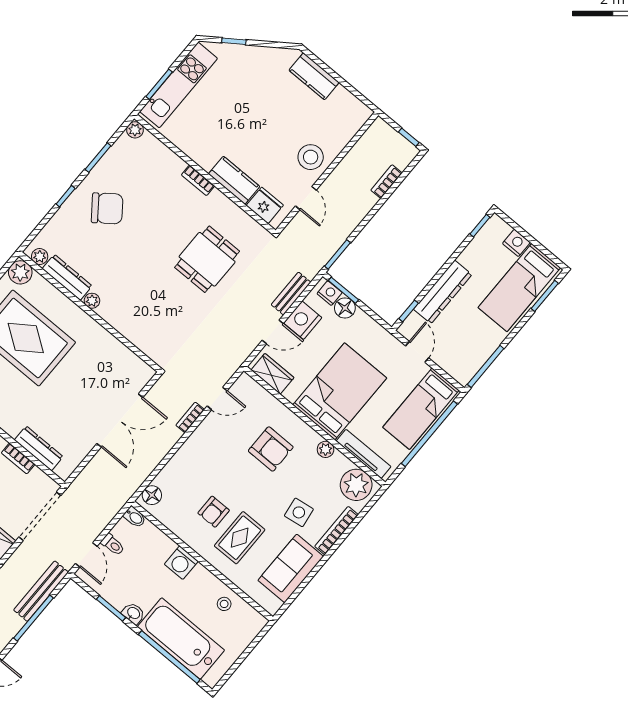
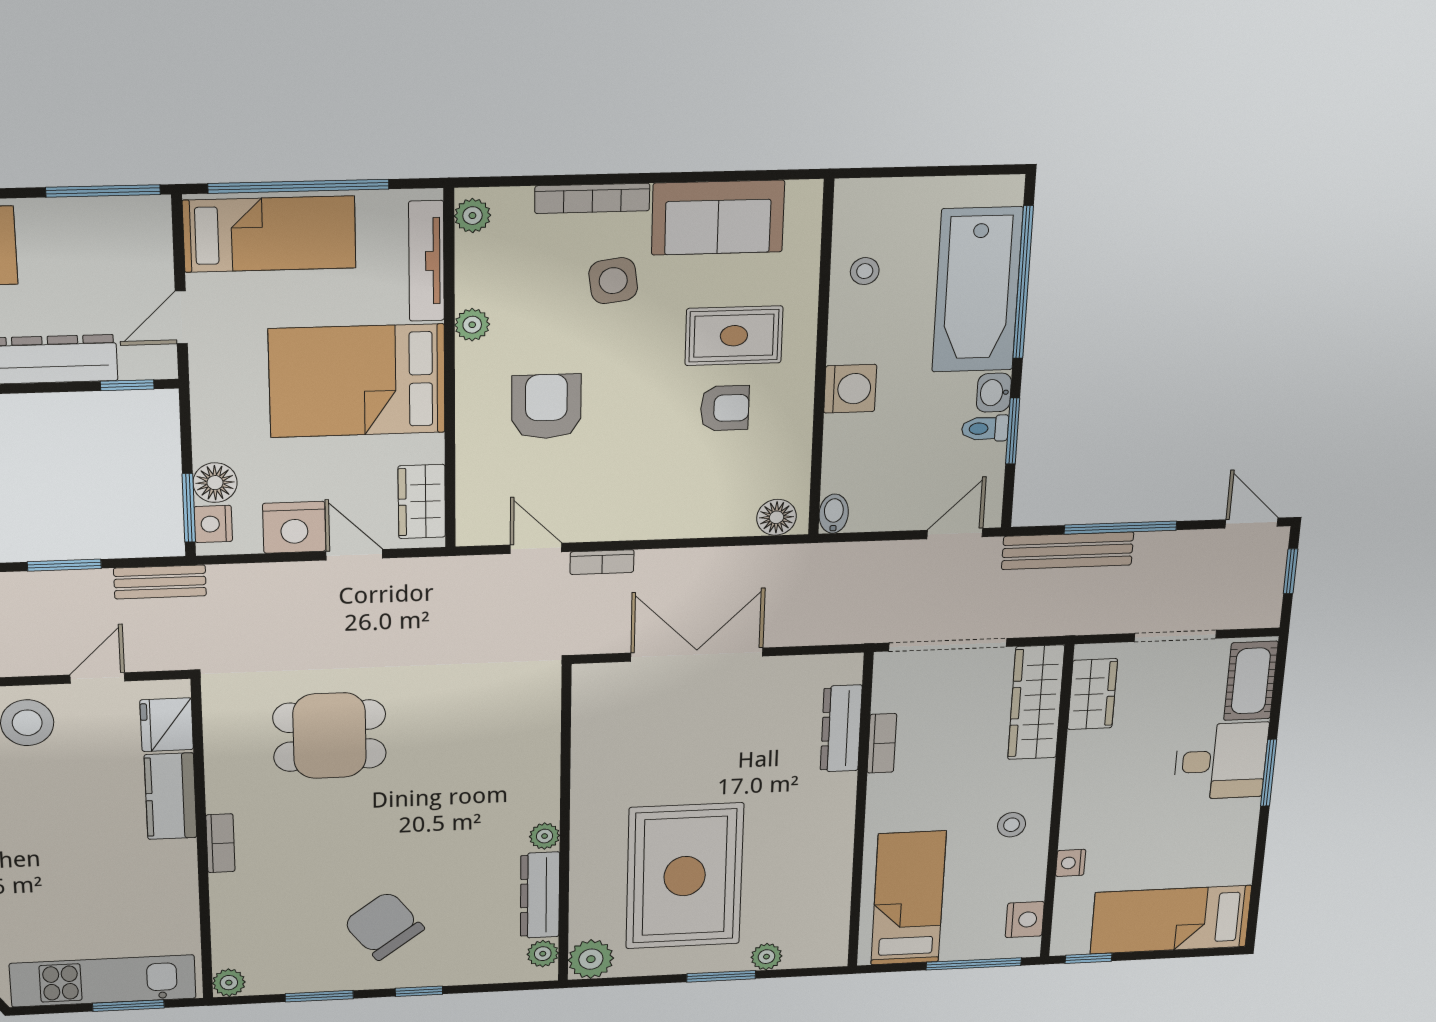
window: (338, 254) -> (64, 565), moved
bench: (291, 293) -> (160, 582), moved
plant: (356, 485) -> (472, 216), width x0.53, depth x0.53
toilet: (113, 545) -> (985, 428), moved, turned -90

